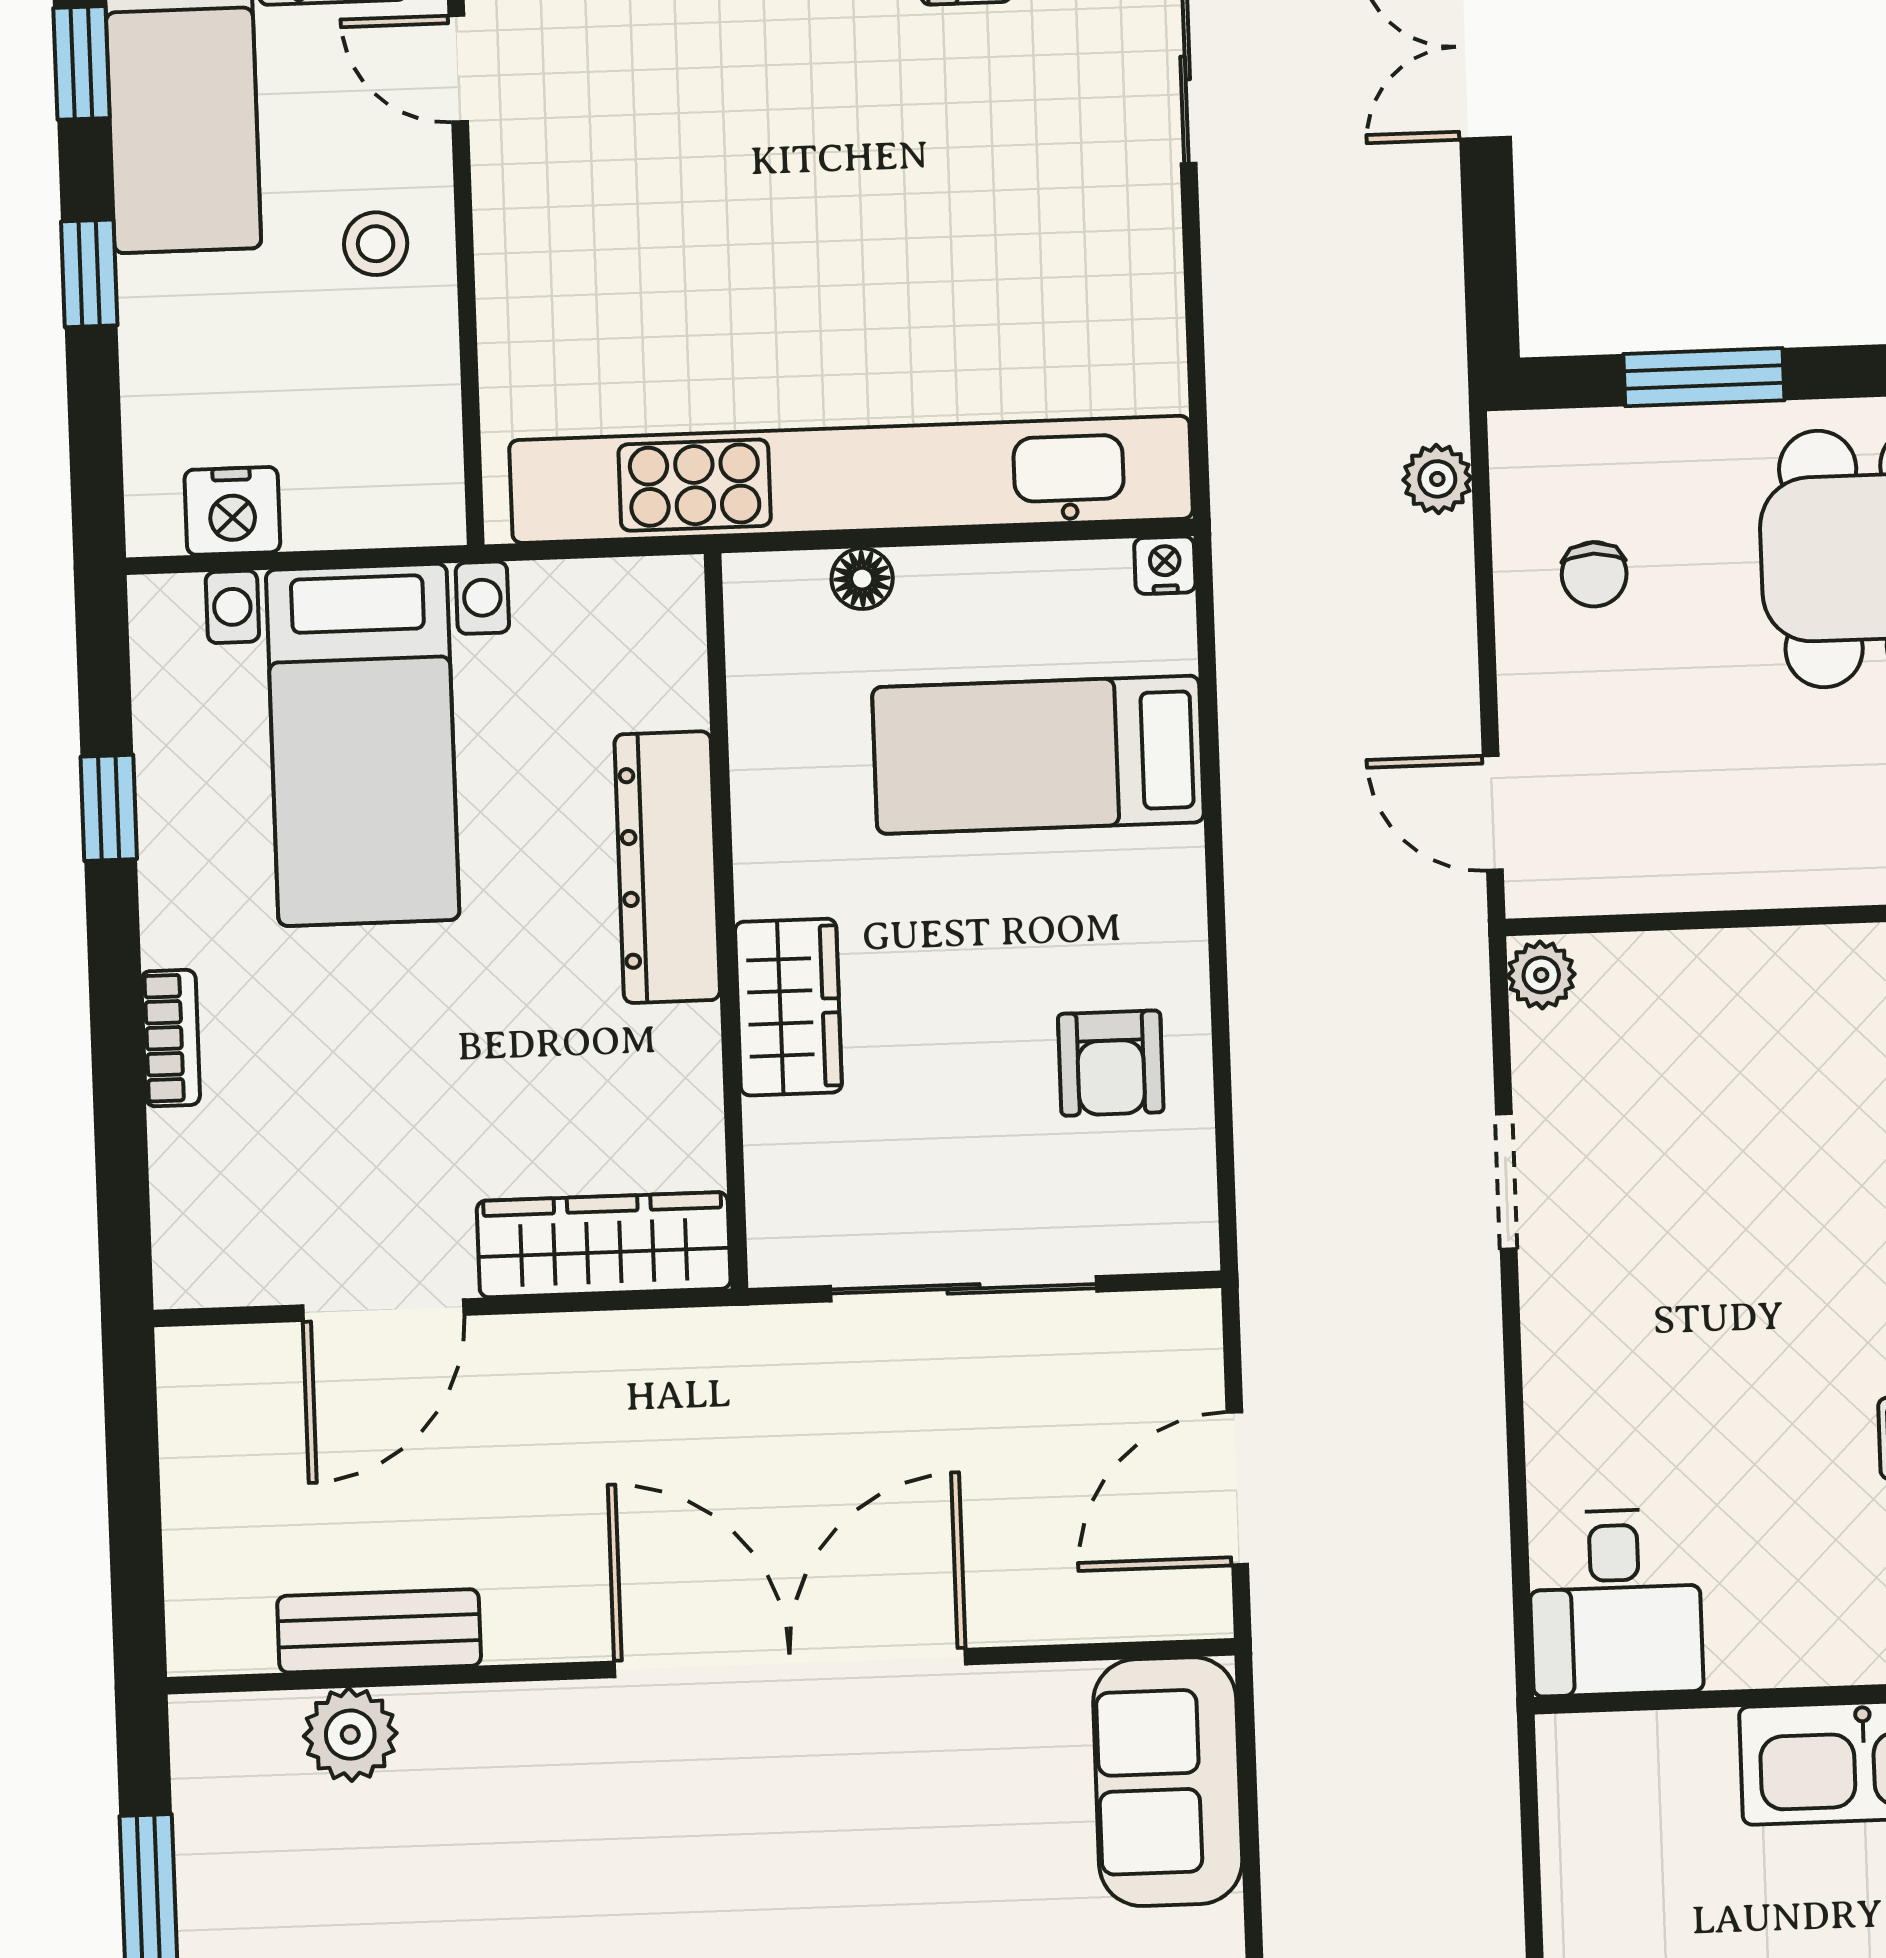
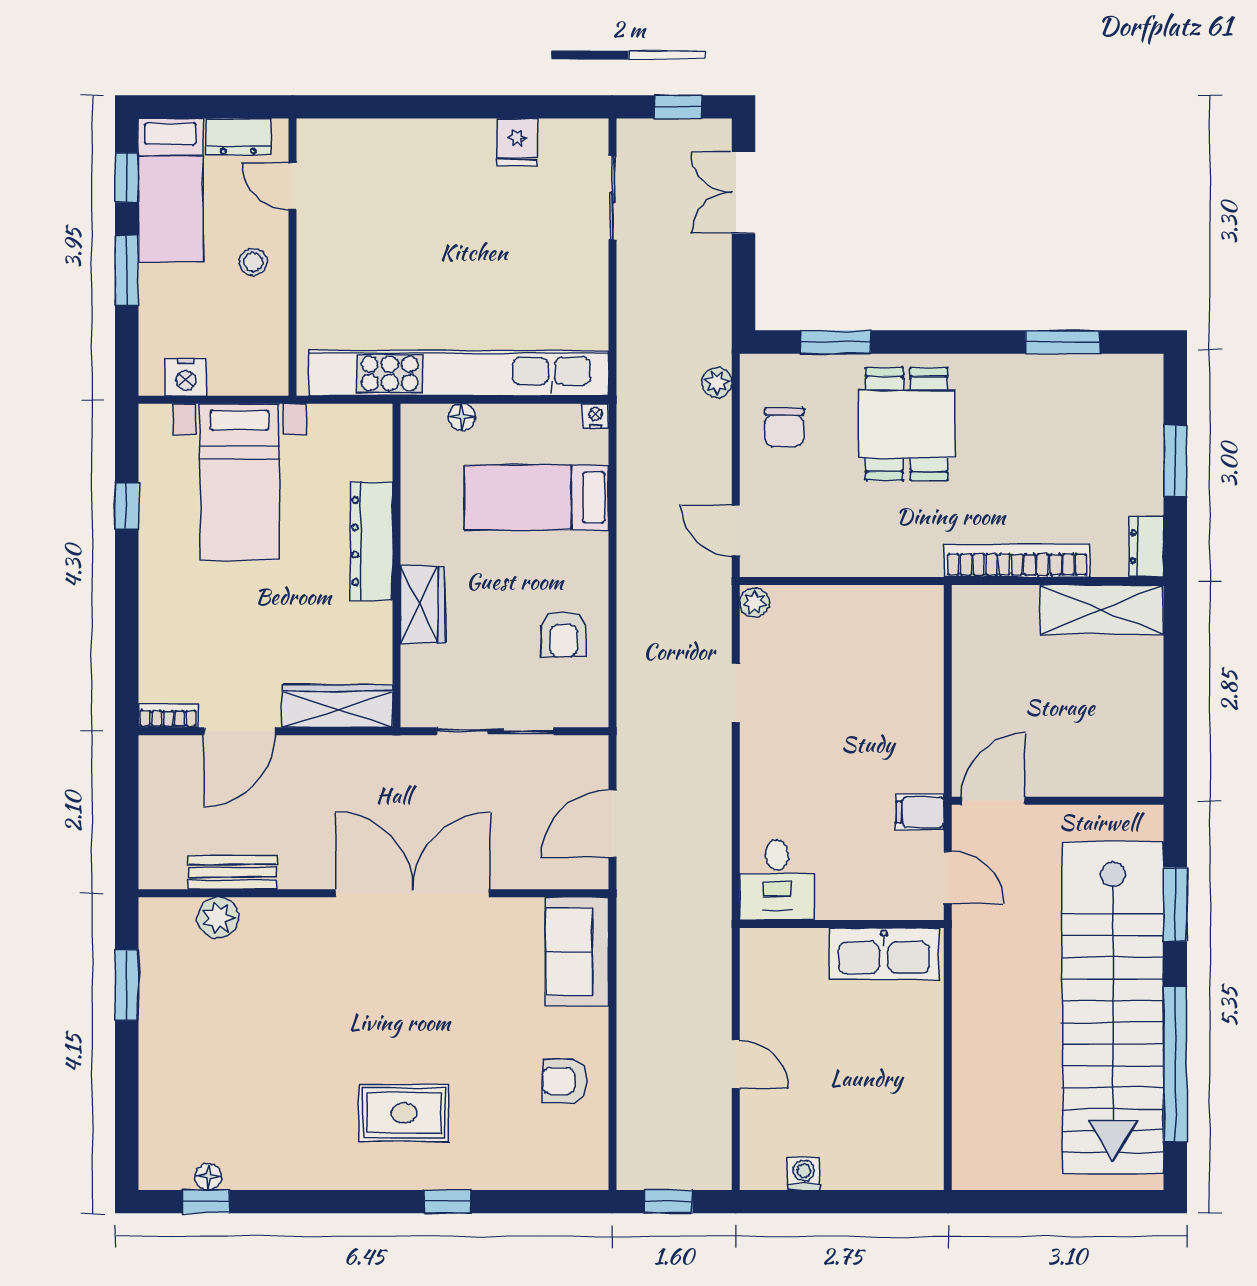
window: (89, 273) -> (127, 270), width x1.50
chair: (1594, 574) -> (784, 427), width x1.37, depth x1.37
bookcase: (171, 1038) -> (168, 716), moved, turned -90

